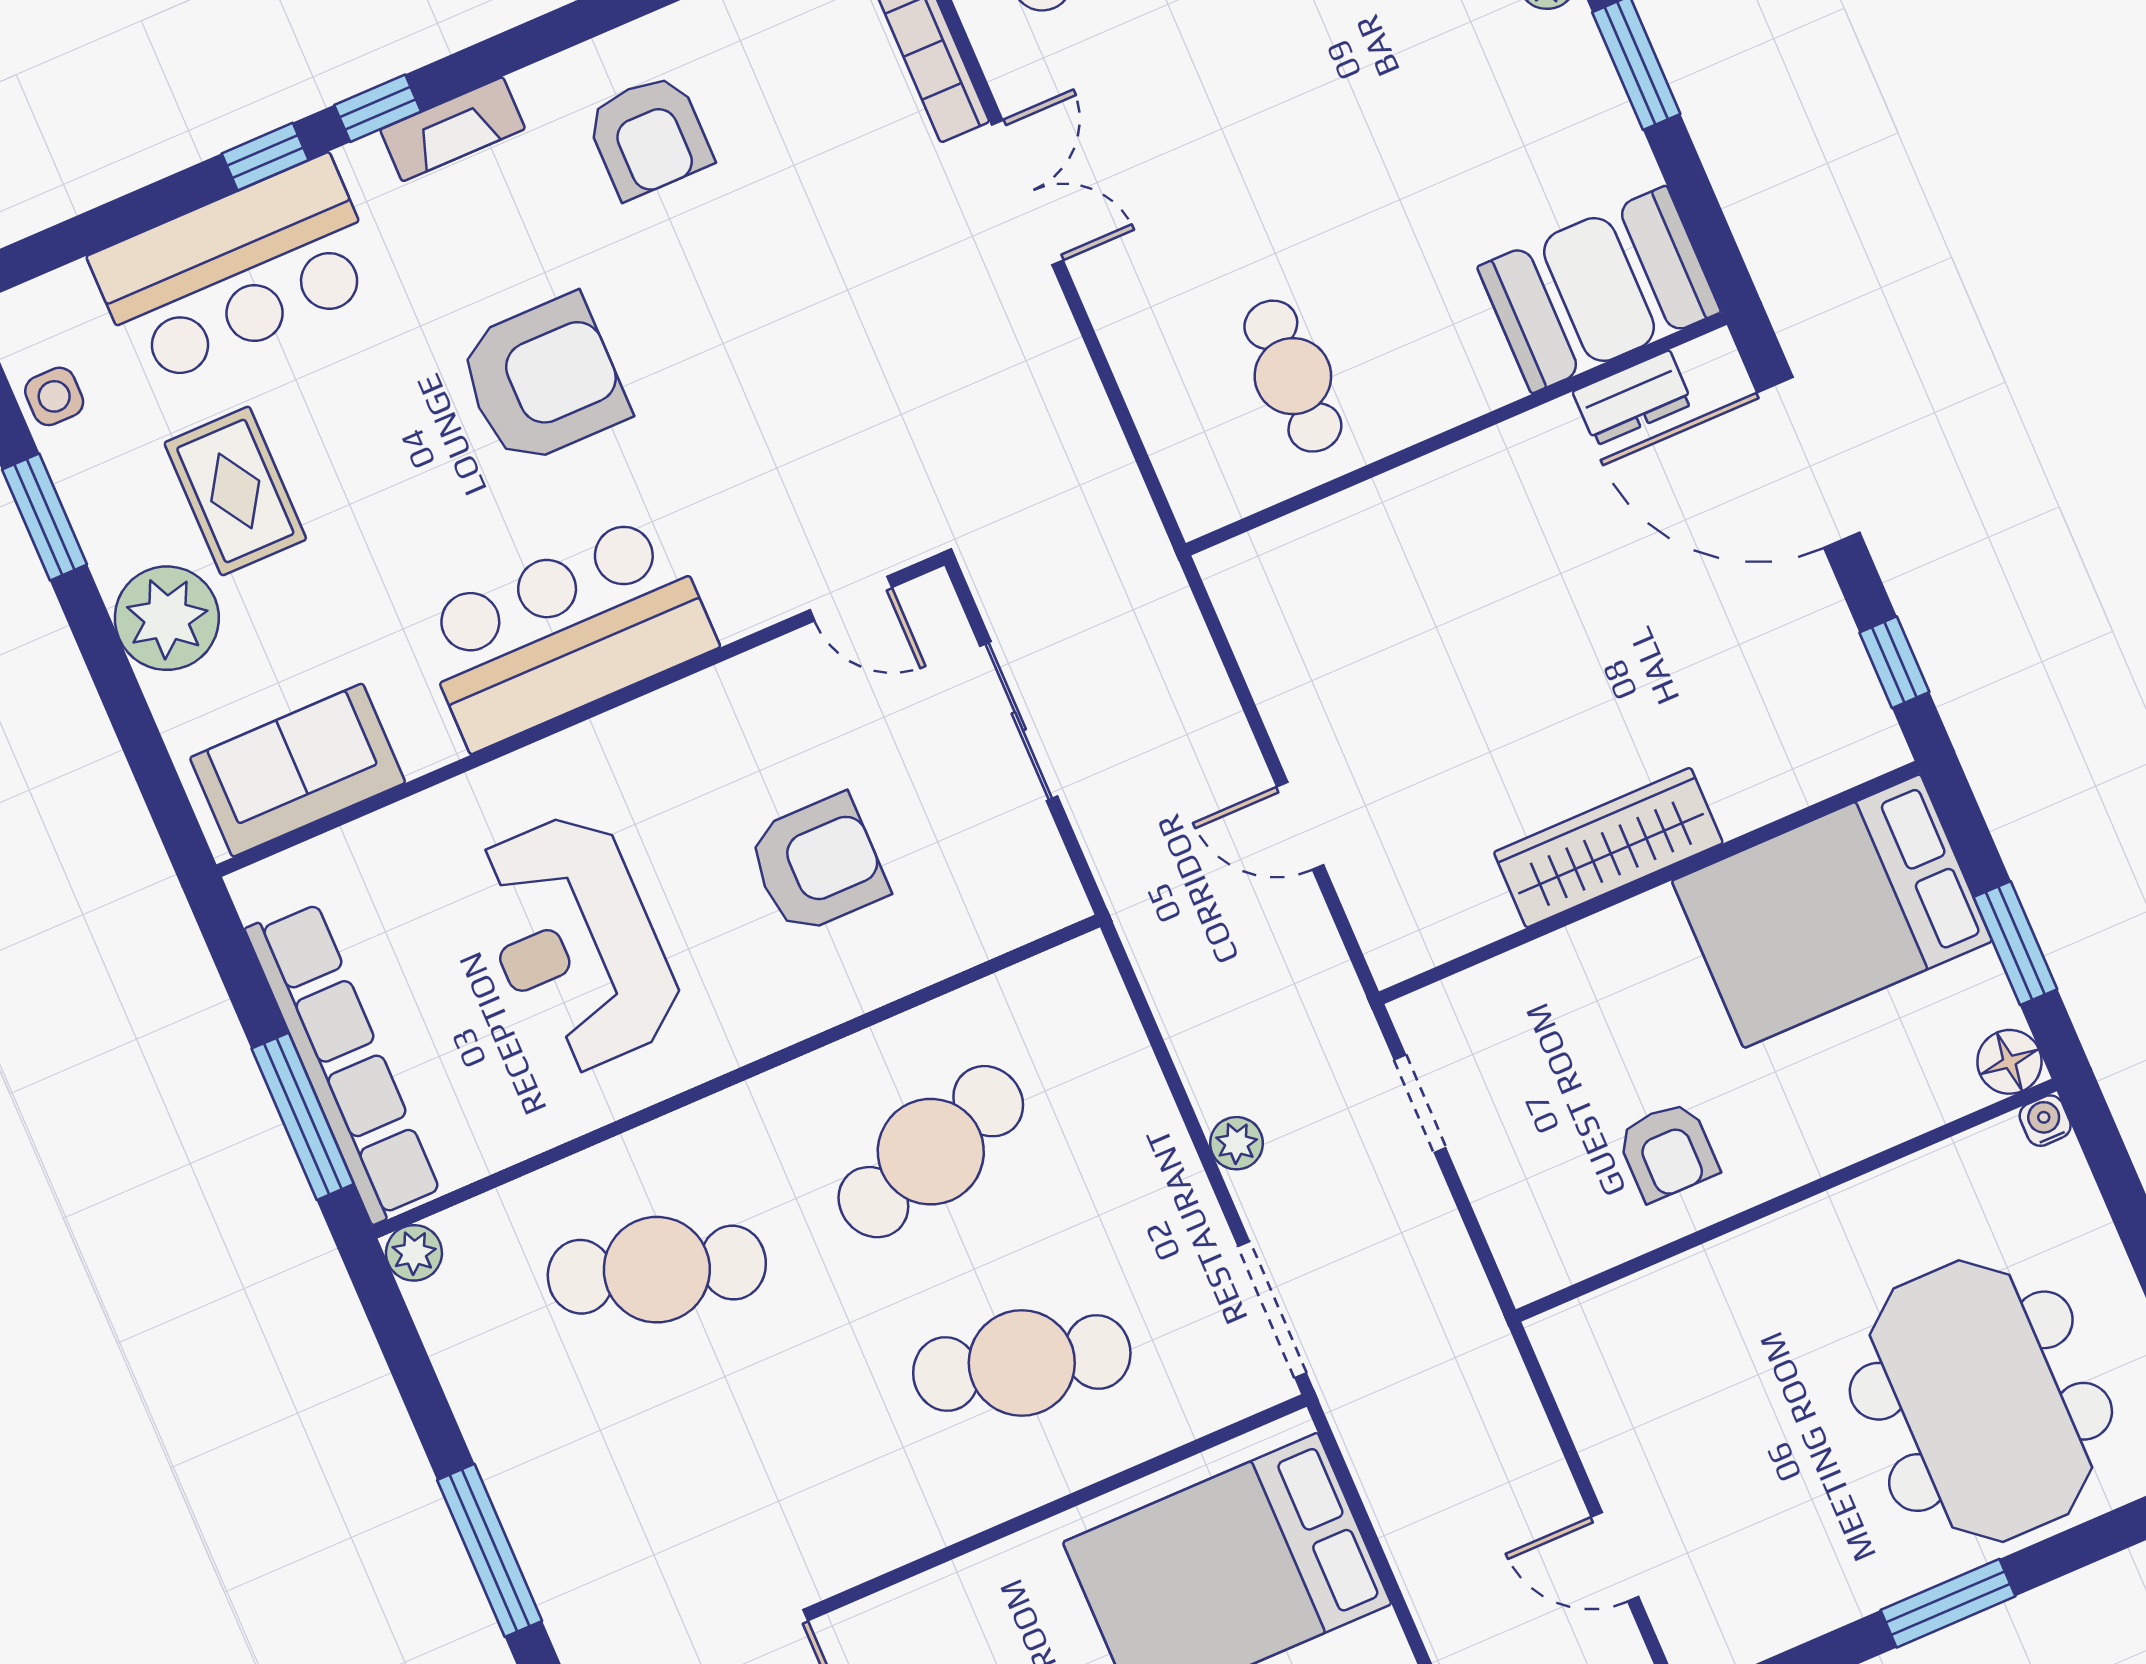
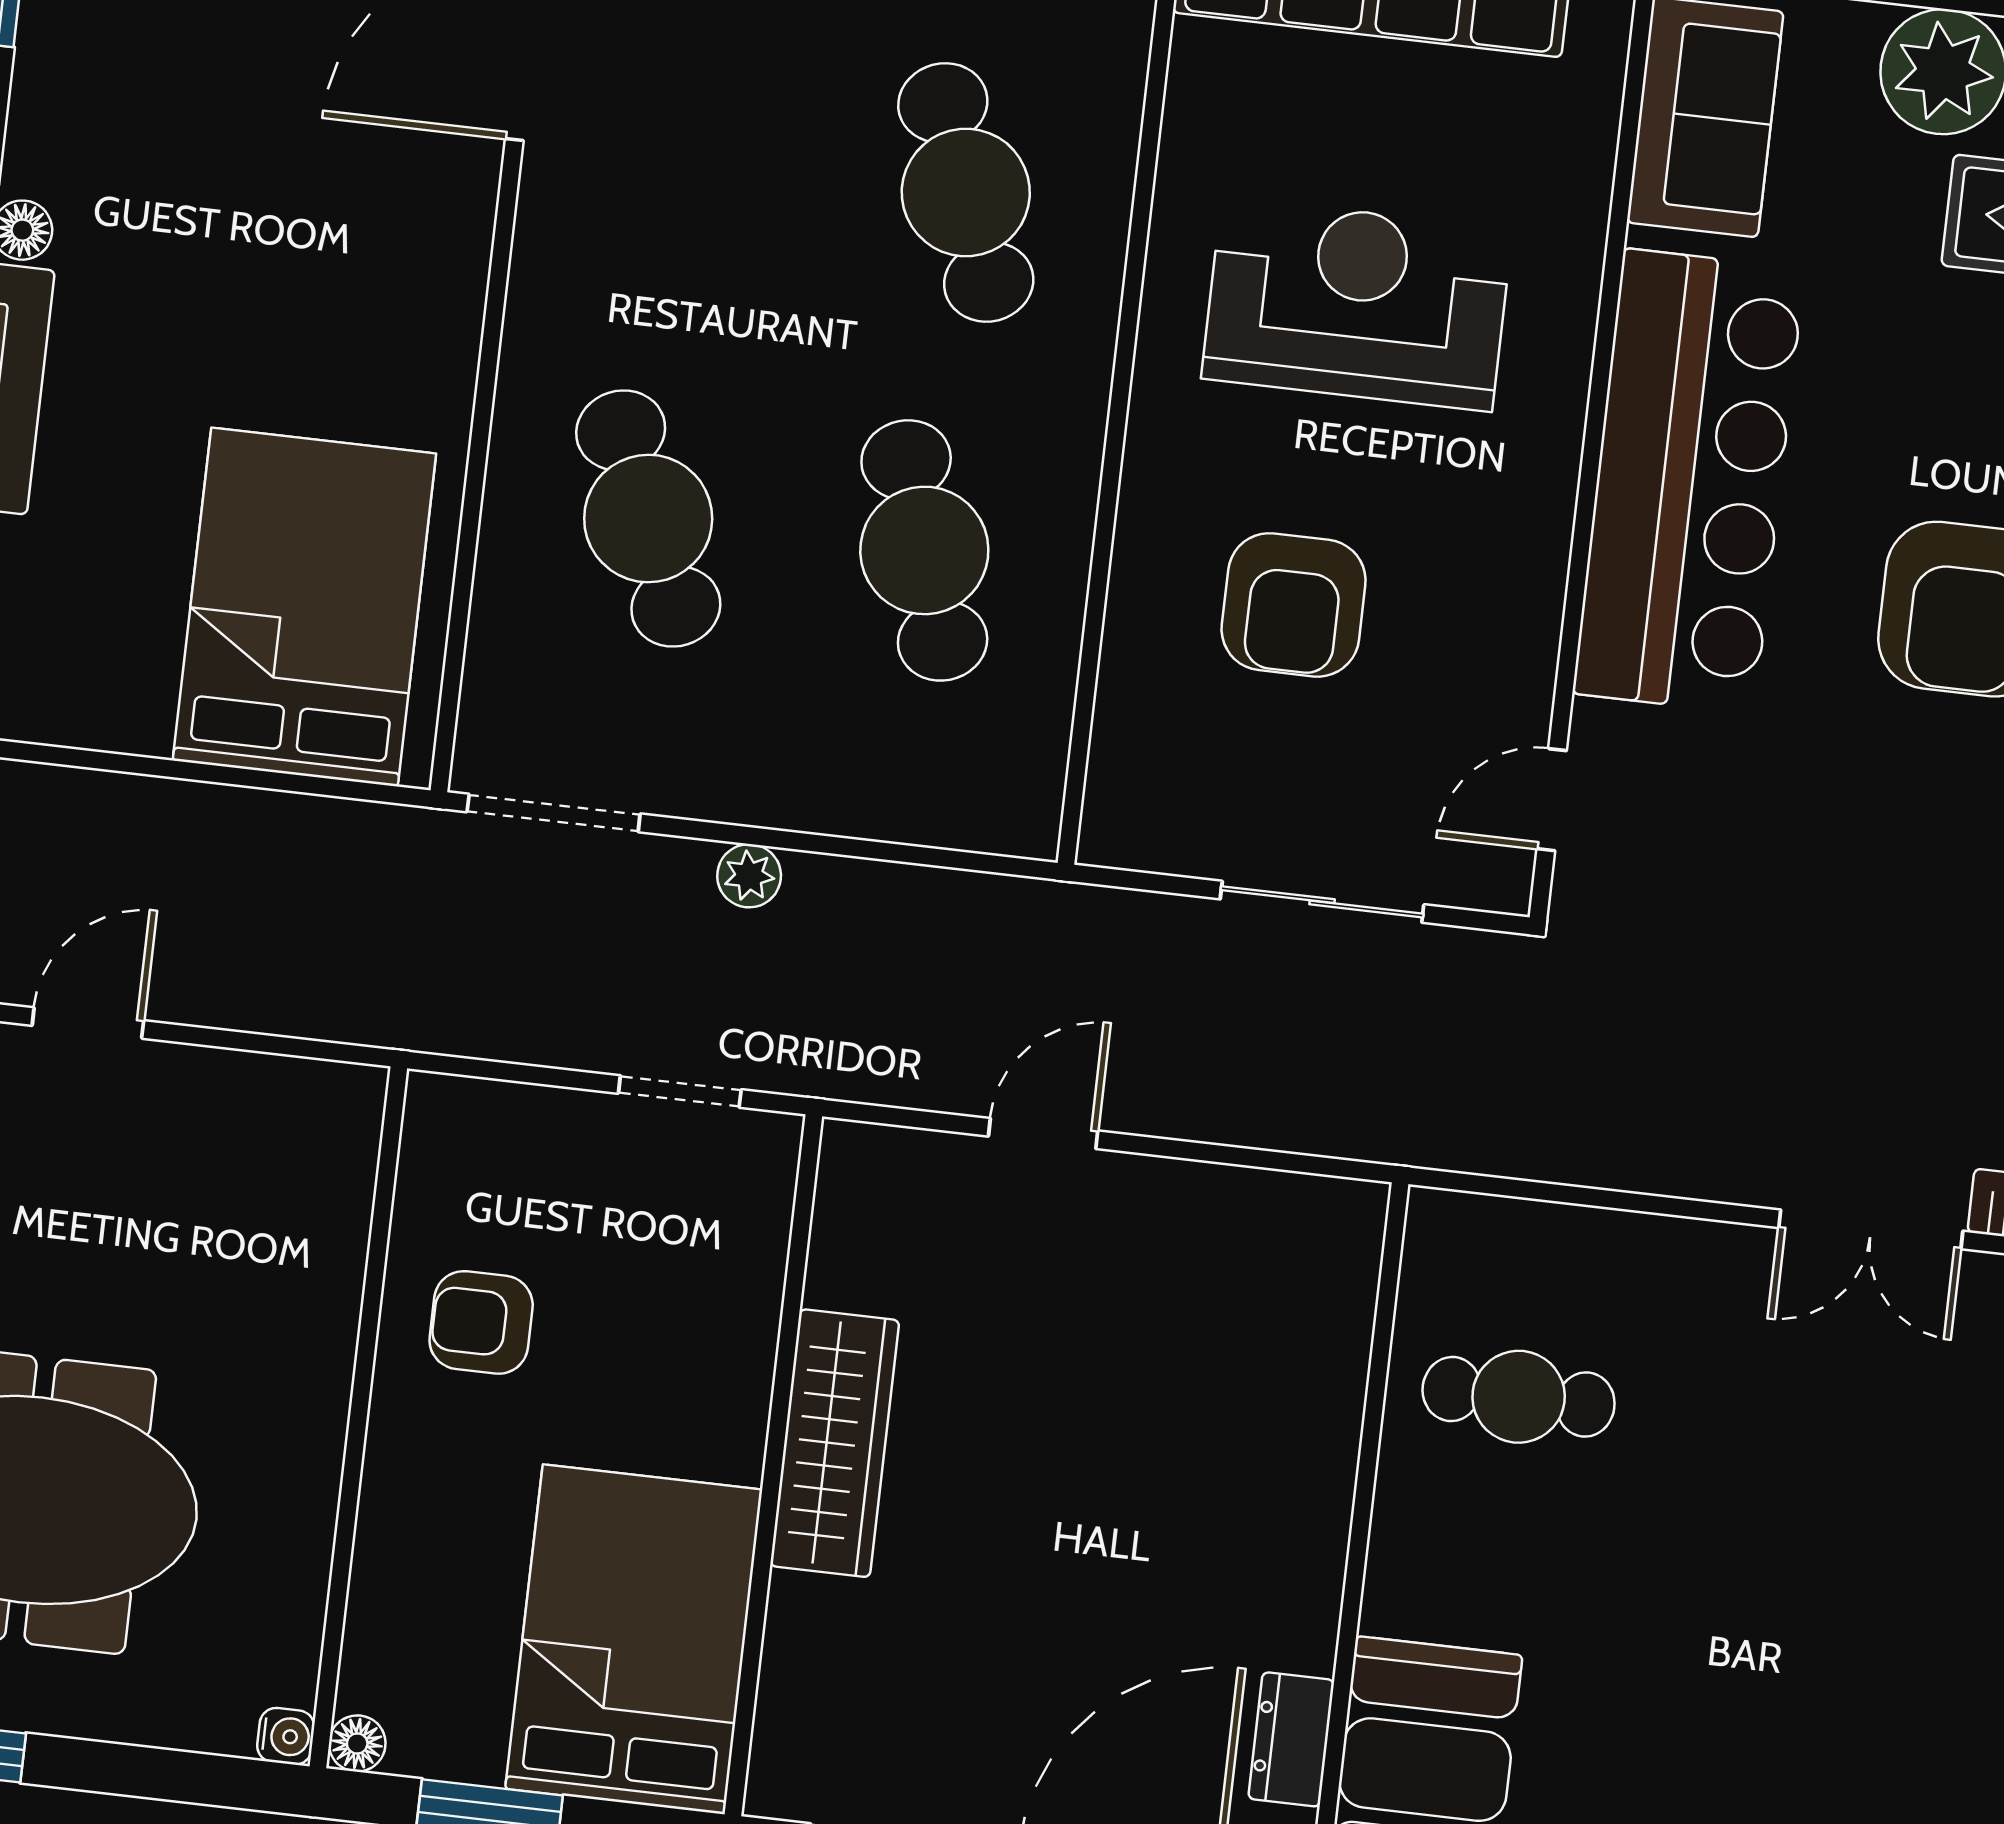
bar counter: (566, 632) -> (1689, 481), width x1.36
floor lamp: (2009, 1062) -> (357, 1743), width x0.73, depth x0.73
cafe table: (657, 1270) -> (966, 192), turned -39
cafe table: (1022, 1363) -> (648, 519), turned -39

